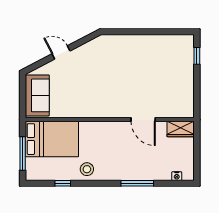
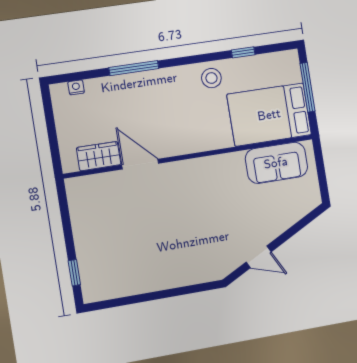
door: (61, 52) -> (259, 257), moved
sofa: (37, 95) -> (276, 163), moved, turned -90
wardrobe: (181, 129) -> (99, 156), moved

